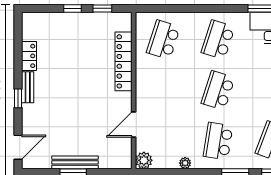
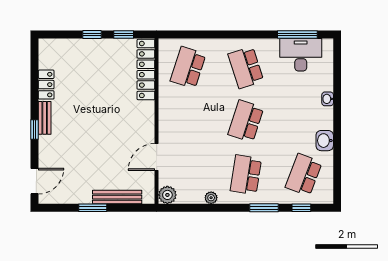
school desk: (218, 40) -> (246, 68), turned -36
locker: (123, 61) -> (146, 69), moved
bench: (75, 162) -> (117, 197), moved

